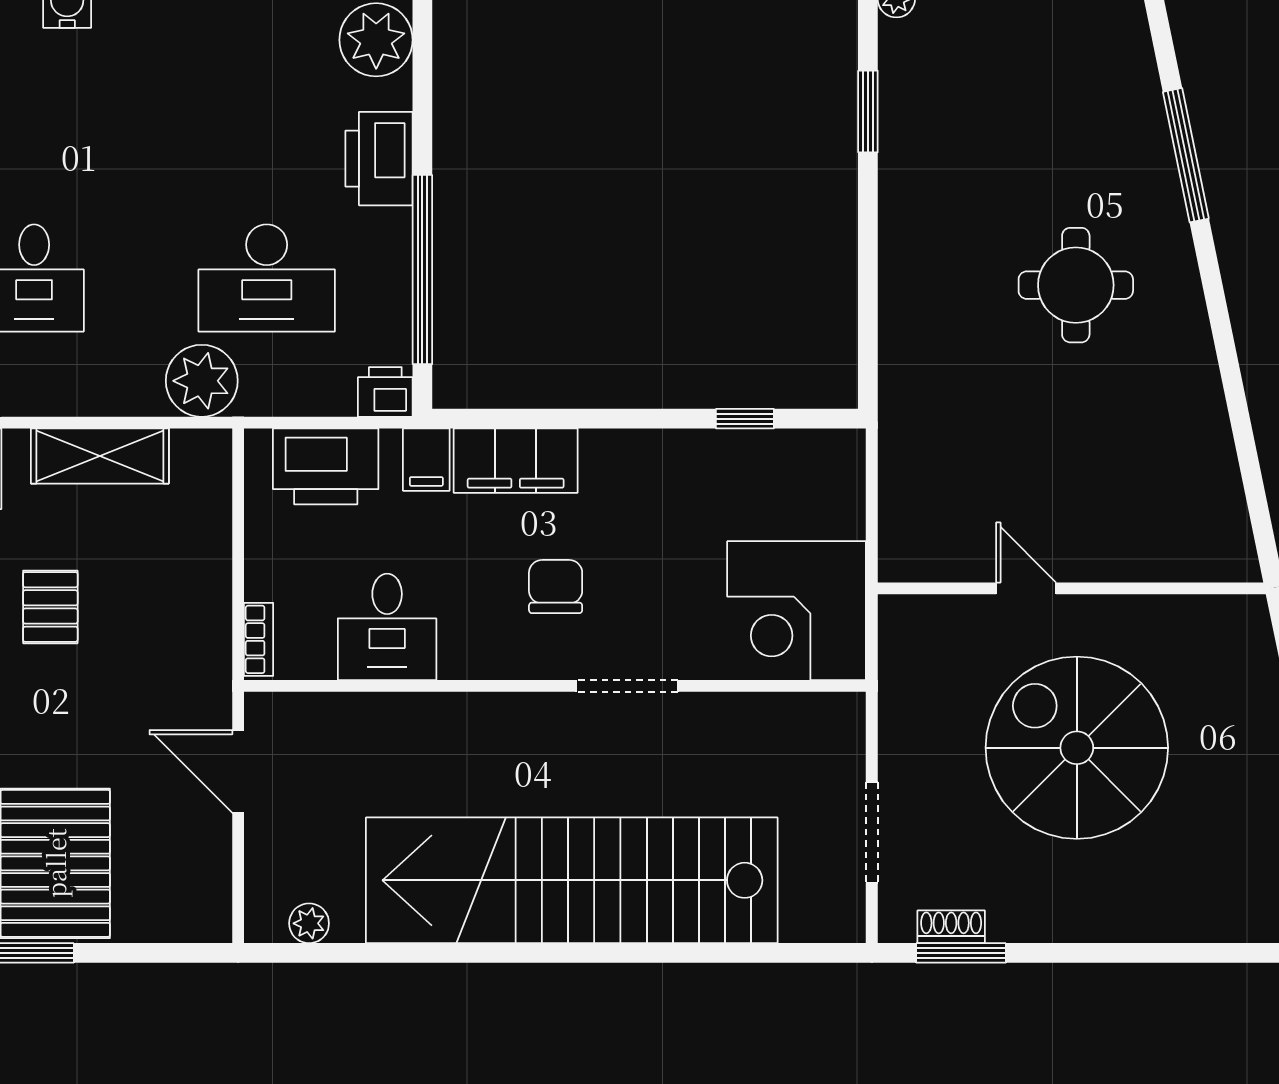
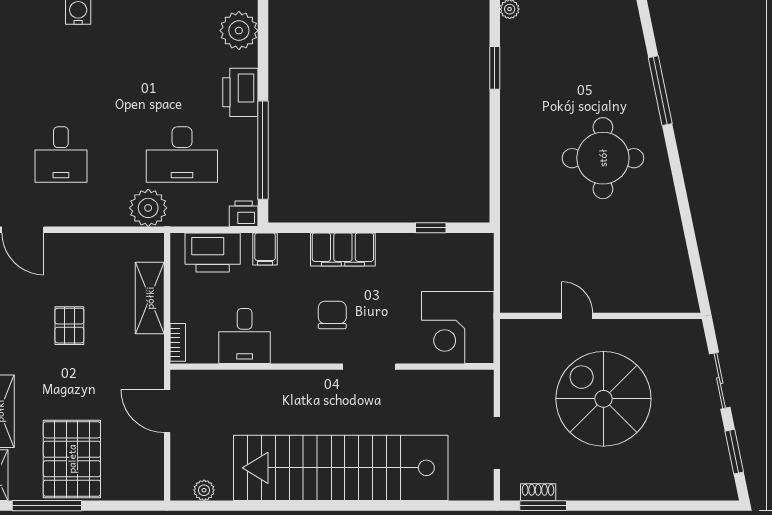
round table: (1076, 285) -> (603, 158), width x1.36, depth x1.36
shelving: (100, 456) -> (150, 298), moved, turned 90
filing cabinet: (516, 461) -> (343, 249), moved

